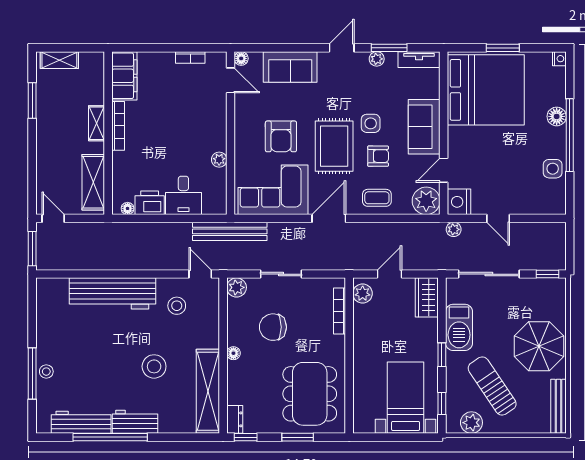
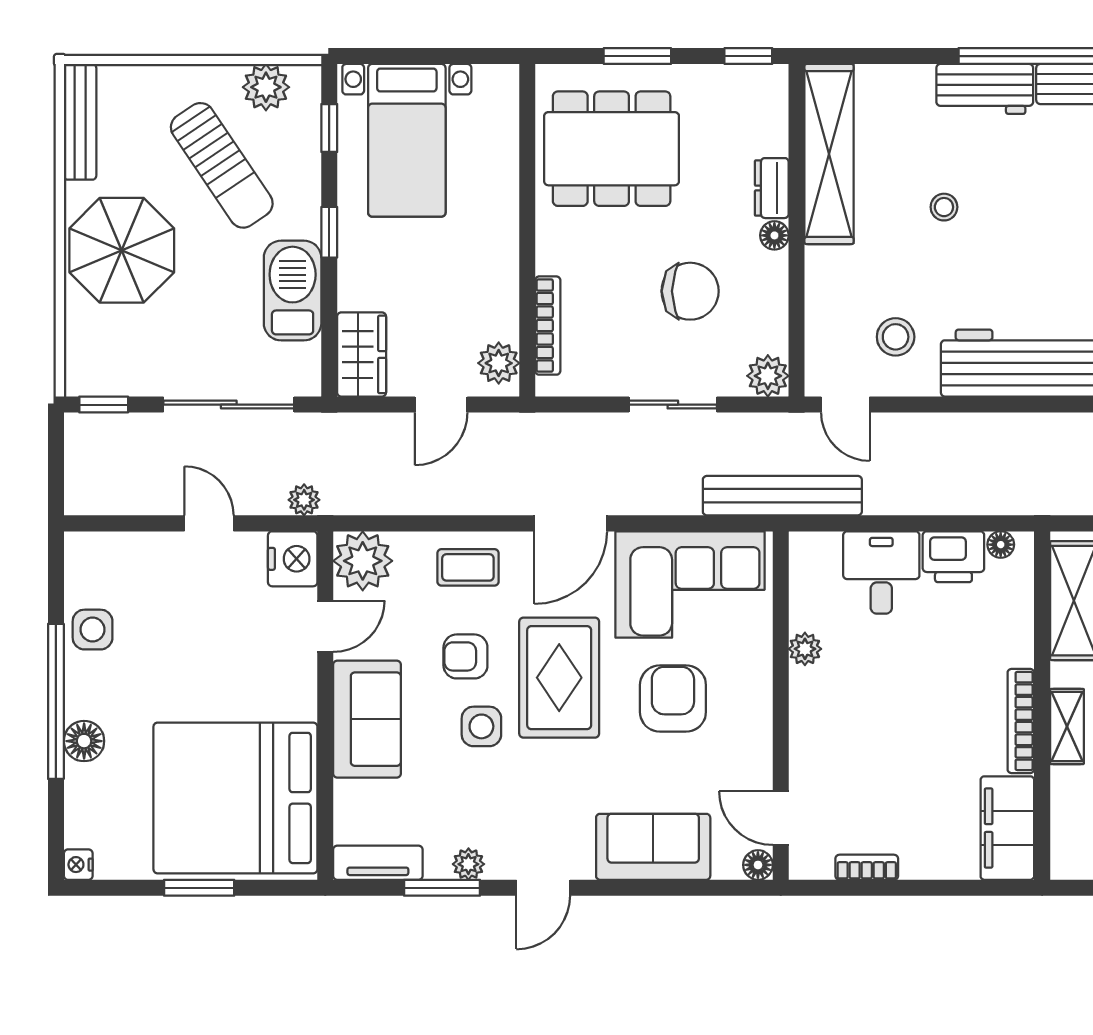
stool: (154, 366) -> (944, 207), width x0.53, depth x0.53
dining table: (310, 394) -> (612, 149), turned 90
dresser: (235, 419) -> (772, 188), moved

